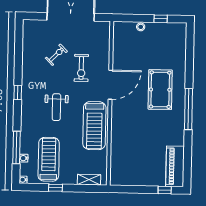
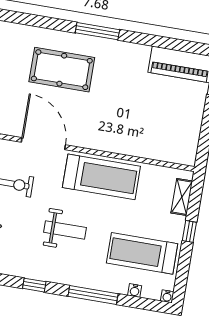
window: (189, 109) -> (97, 31), width x0.68
window: (17, 147) -> (93, 295), moved
window: (55, 188) -> (189, 231), moved

